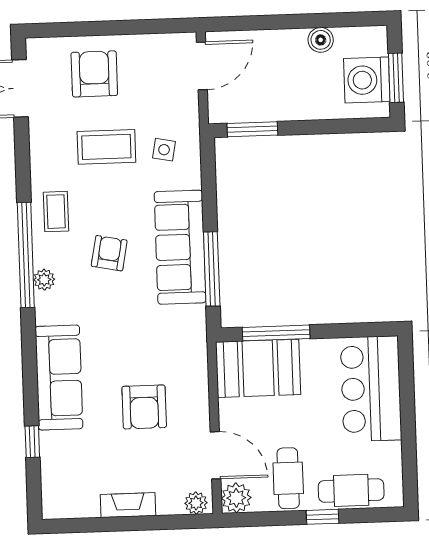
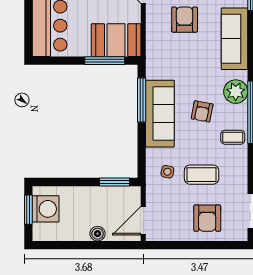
boiler: (321, 40) -> (98, 234), moved
coffee table: (56, 212) -> (233, 137), turned 90
plant: (44, 280) -> (236, 92), width x1.87, depth x1.87

